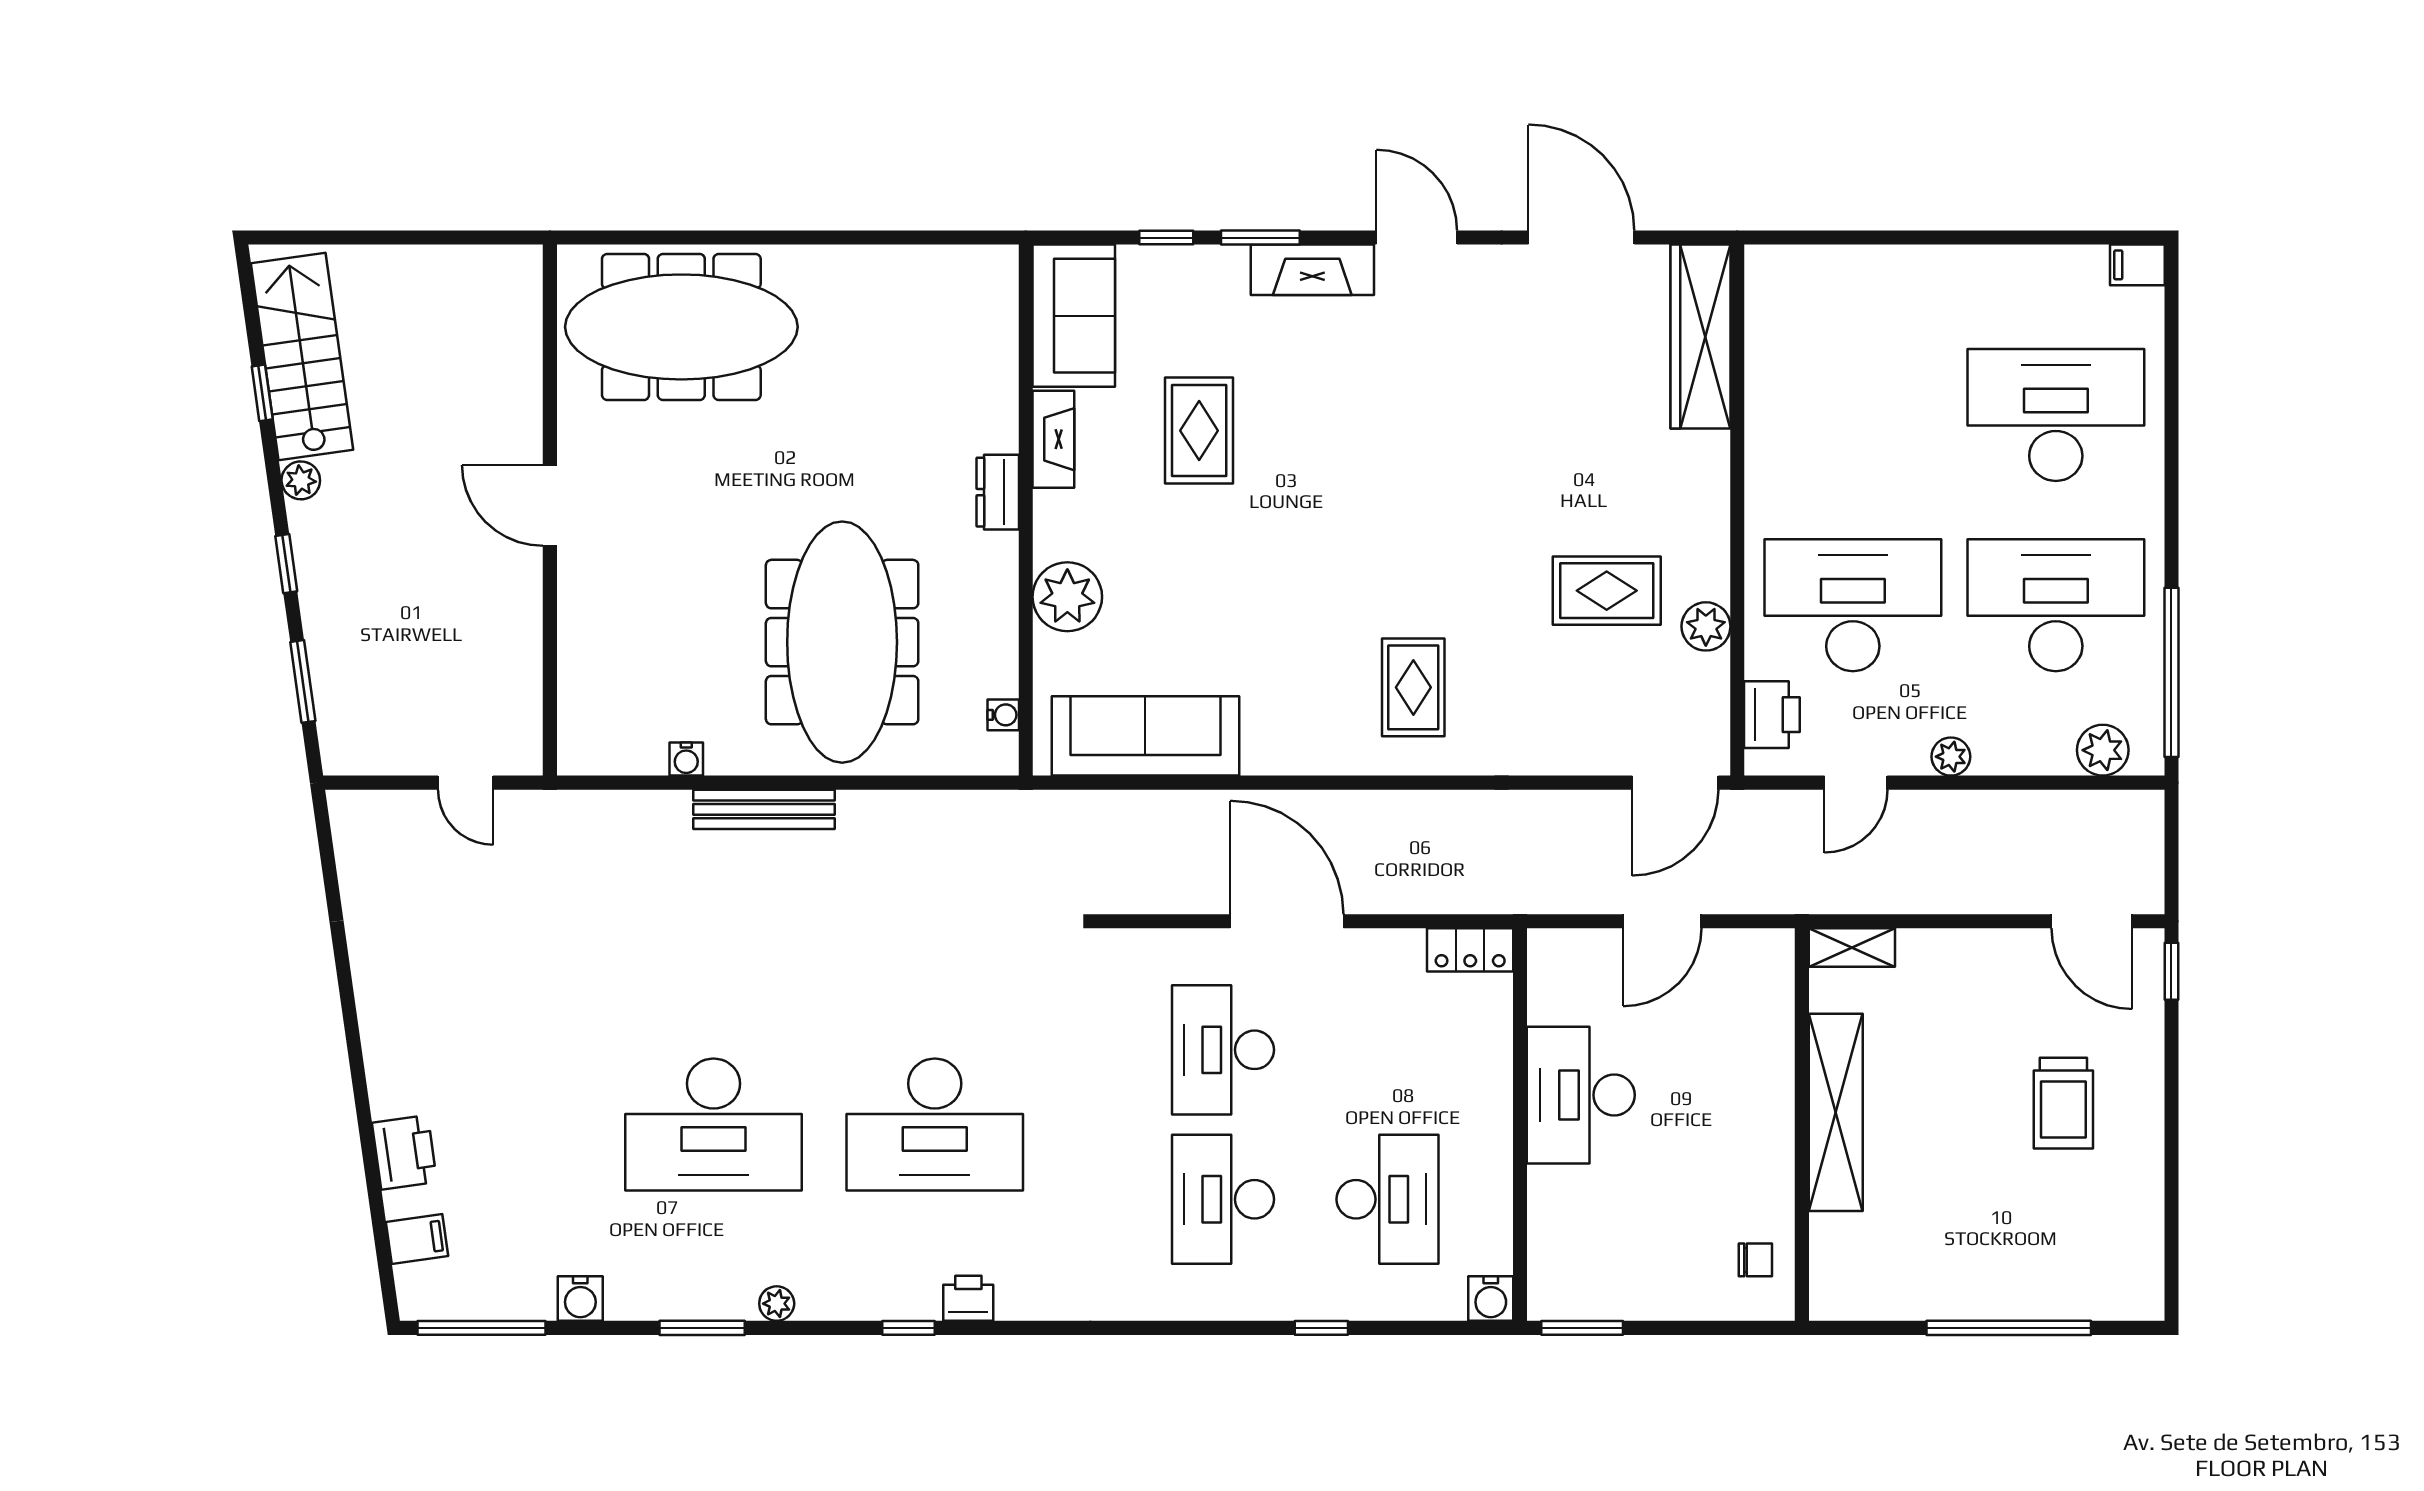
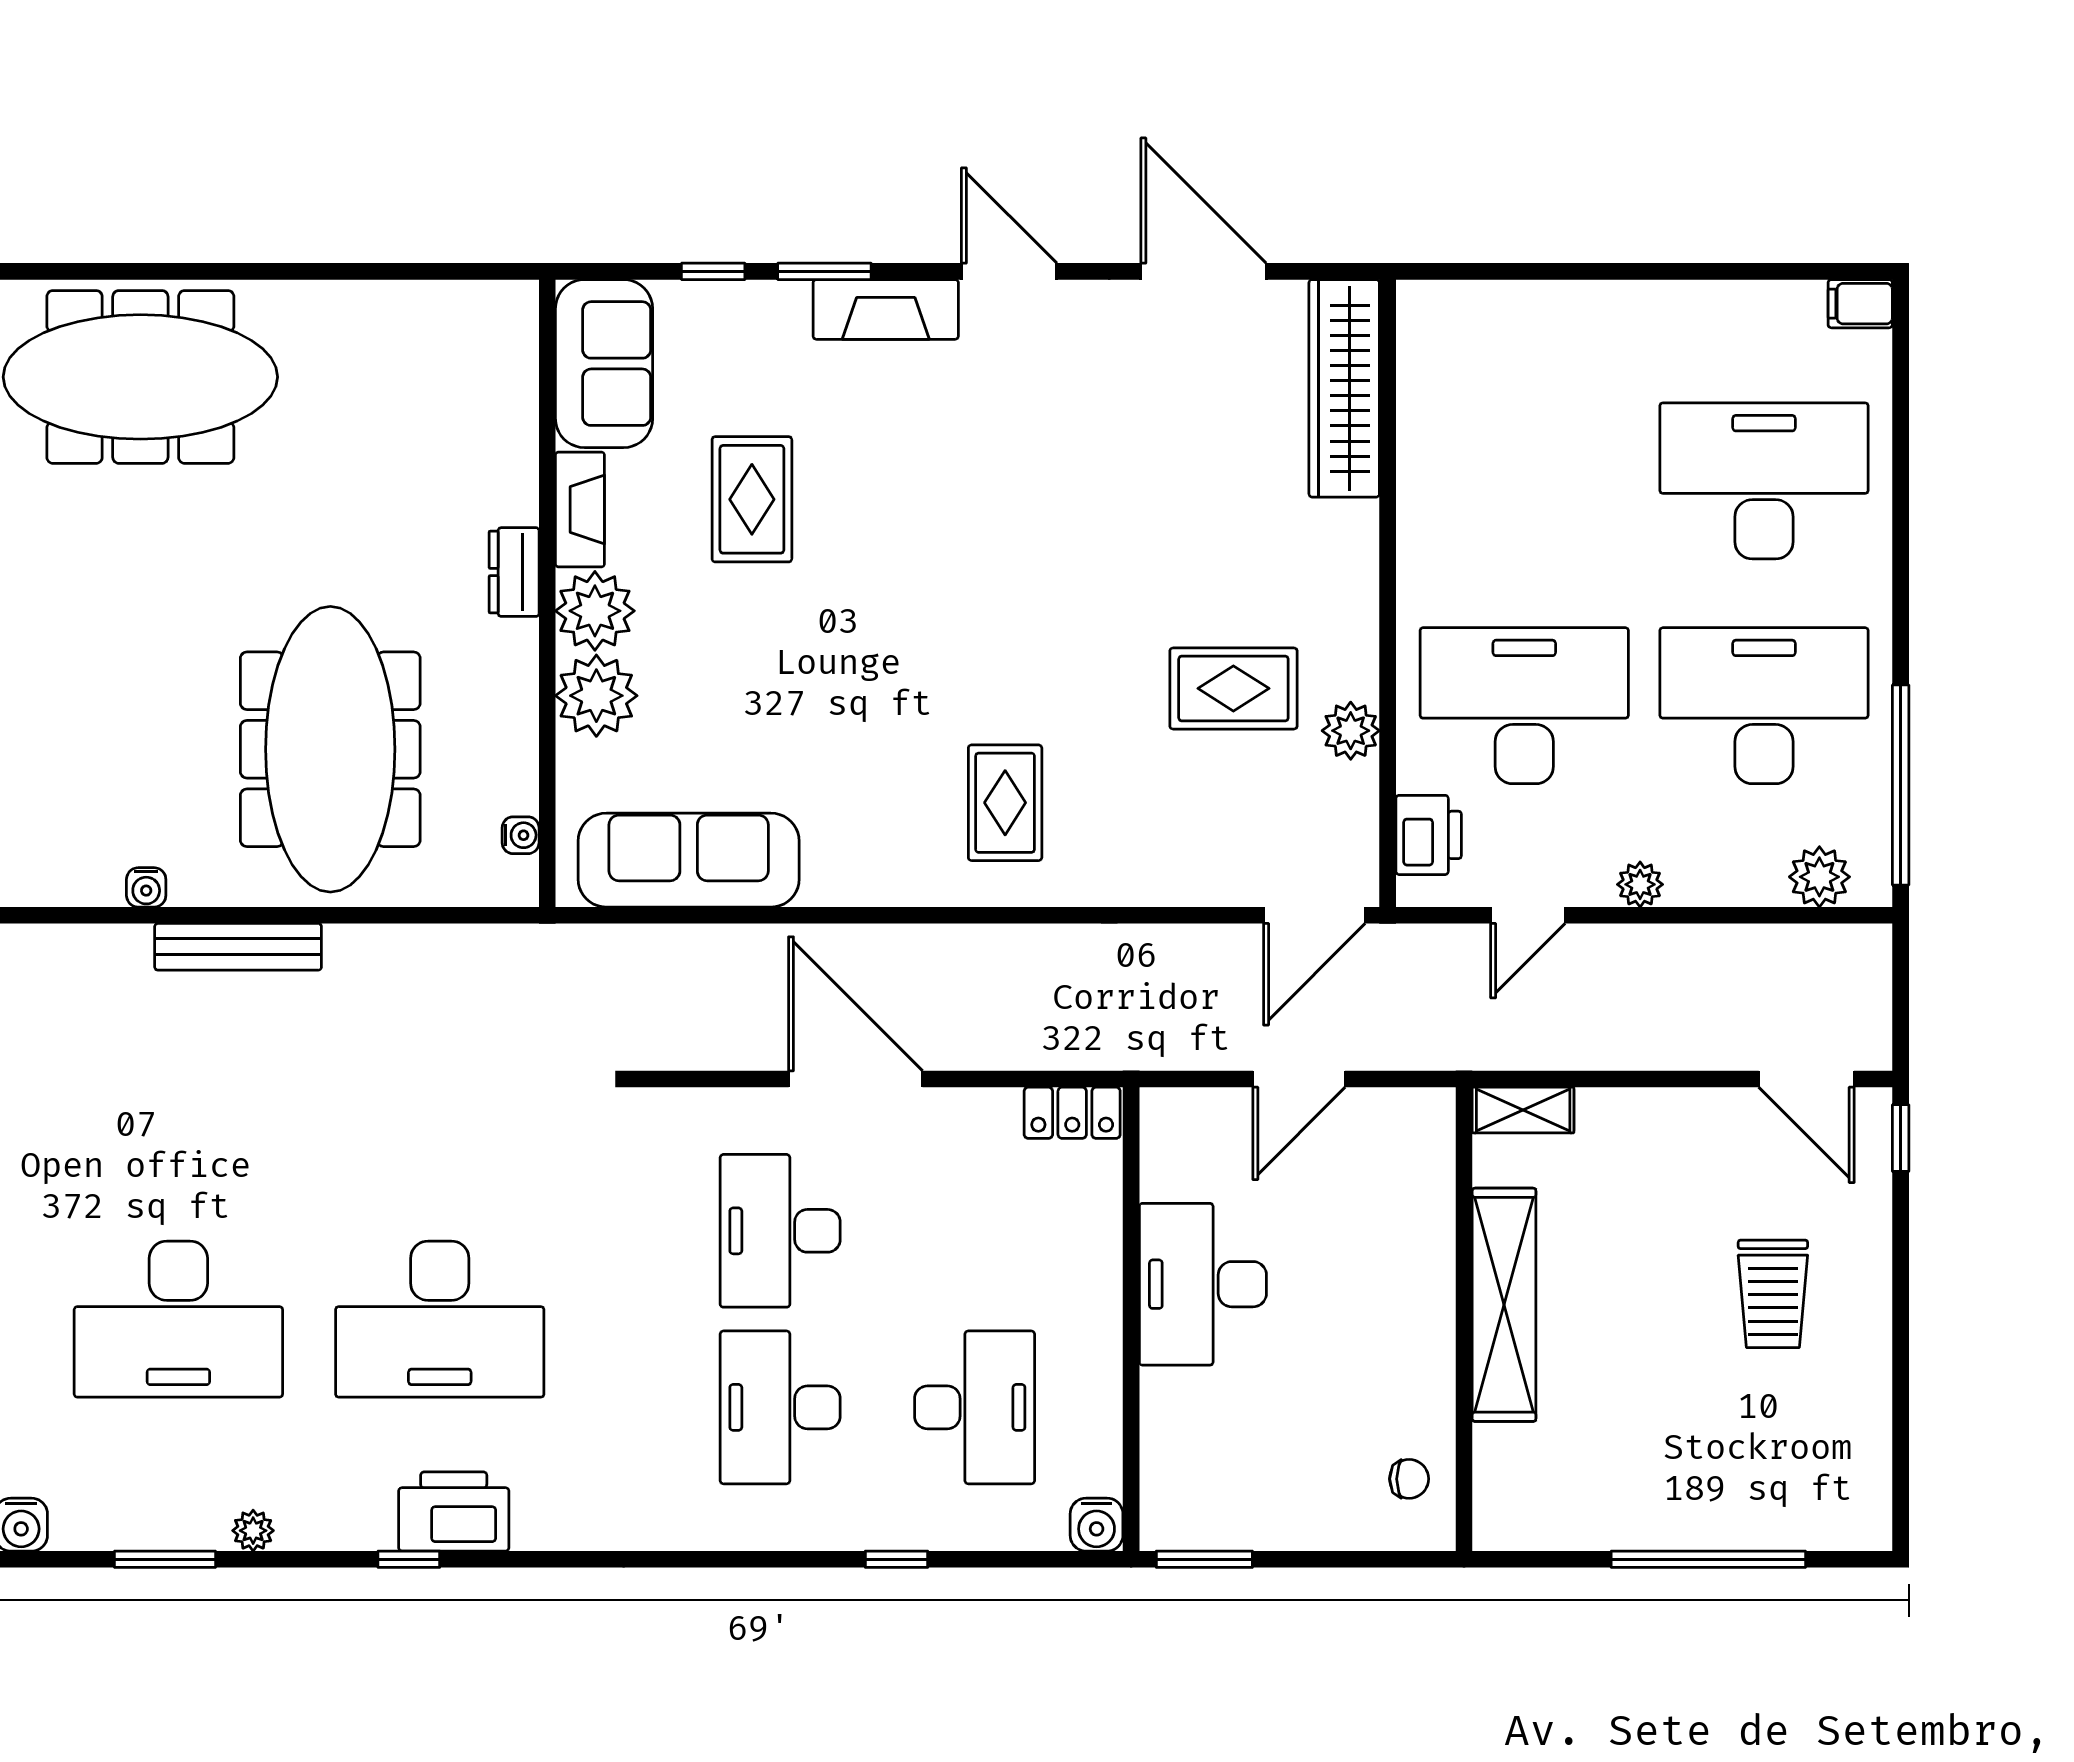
plant: (1066, 525) -> (595, 611), added
printer: (968, 1298) -> (454, 1511), width x1.87, depth x1.48

